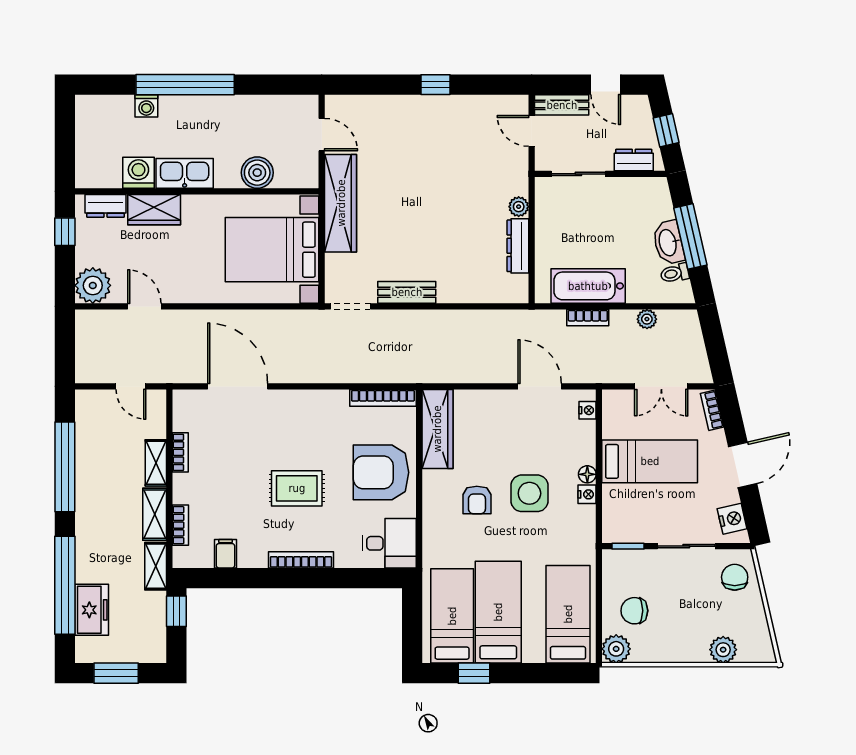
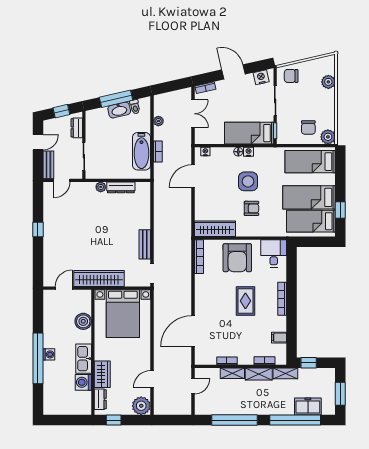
washing machine: (146, 106) -> (49, 354), moved
bed: (650, 461) -> (249, 133), moved, turned -90

